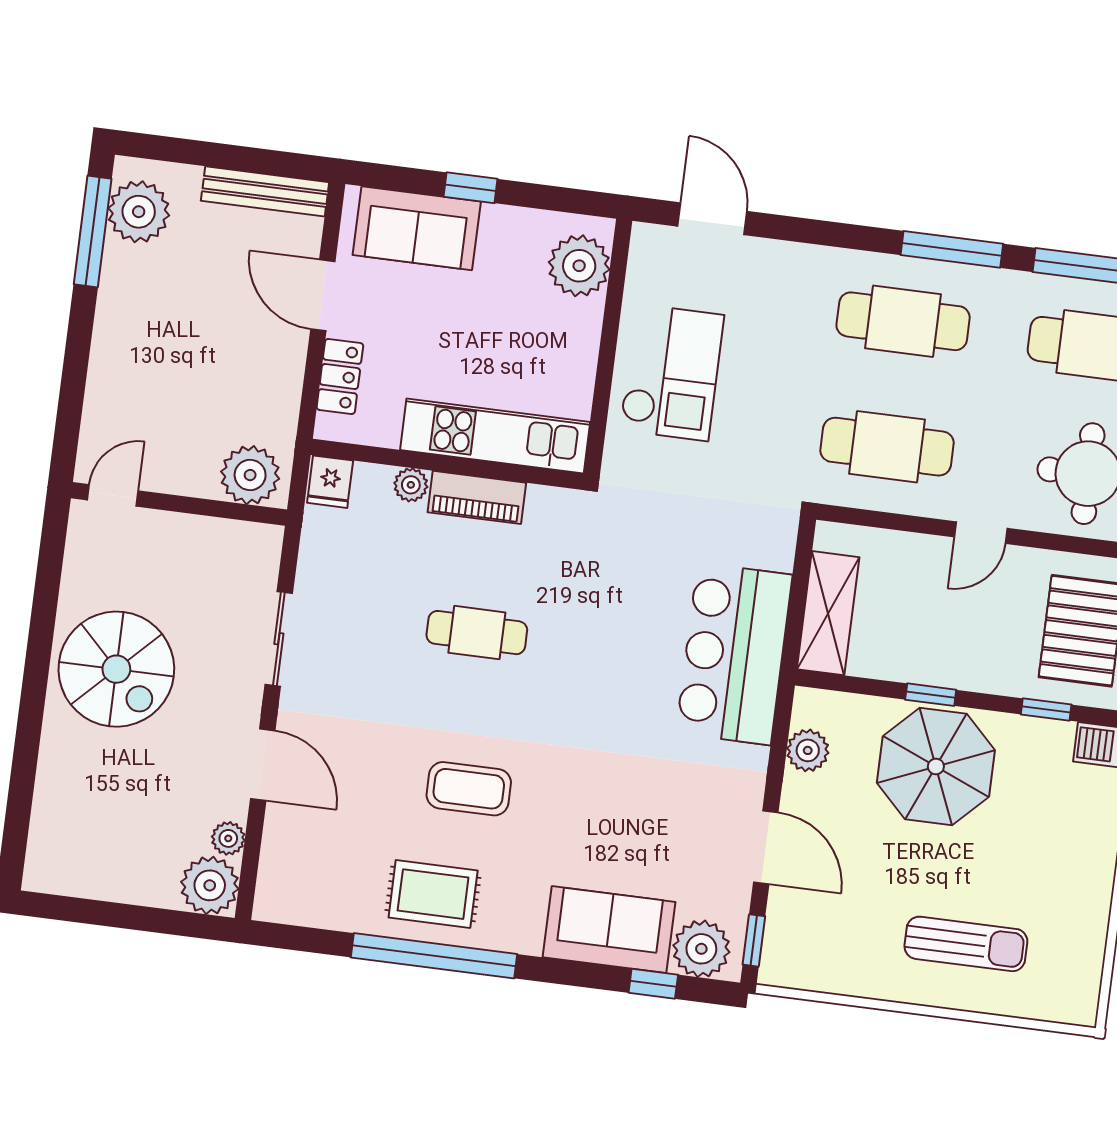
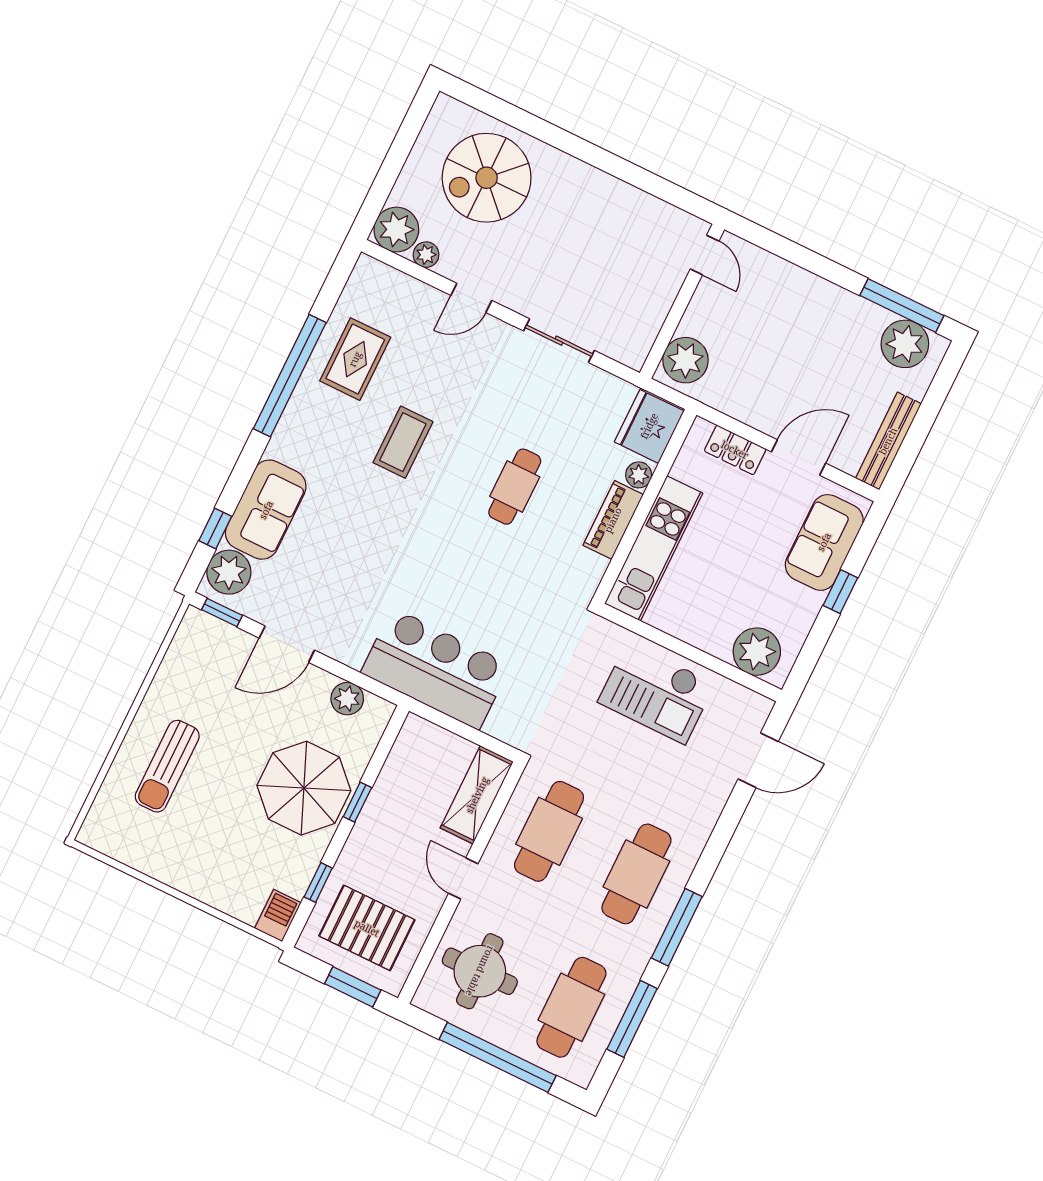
fridge: (330, 482) -> (649, 426), width x1.88, depth x1.34
shelving: (828, 613) -> (477, 795), moved, turned 90
spiral stairs: (116, 669) -> (487, 178), moved
door: (263, 765) -> (471, 298), width x0.73
rug: (433, 894) -> (355, 359), moved

